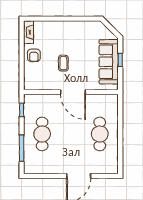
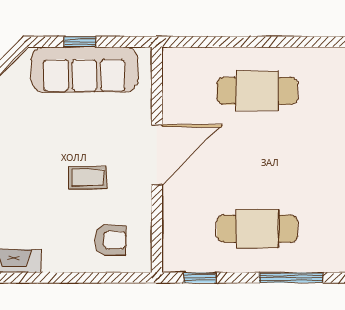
armchair: (34, 55) -> (110, 240), moved

